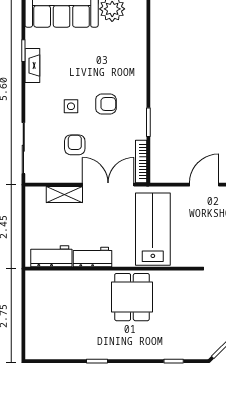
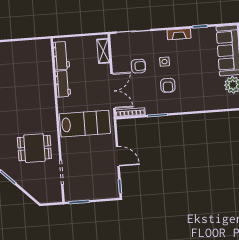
fireplace: (32, 66) -> (179, 34), moved
shelving: (64, 194) -> (103, 51), moved
dining table: (132, 297) -> (34, 148), moved

